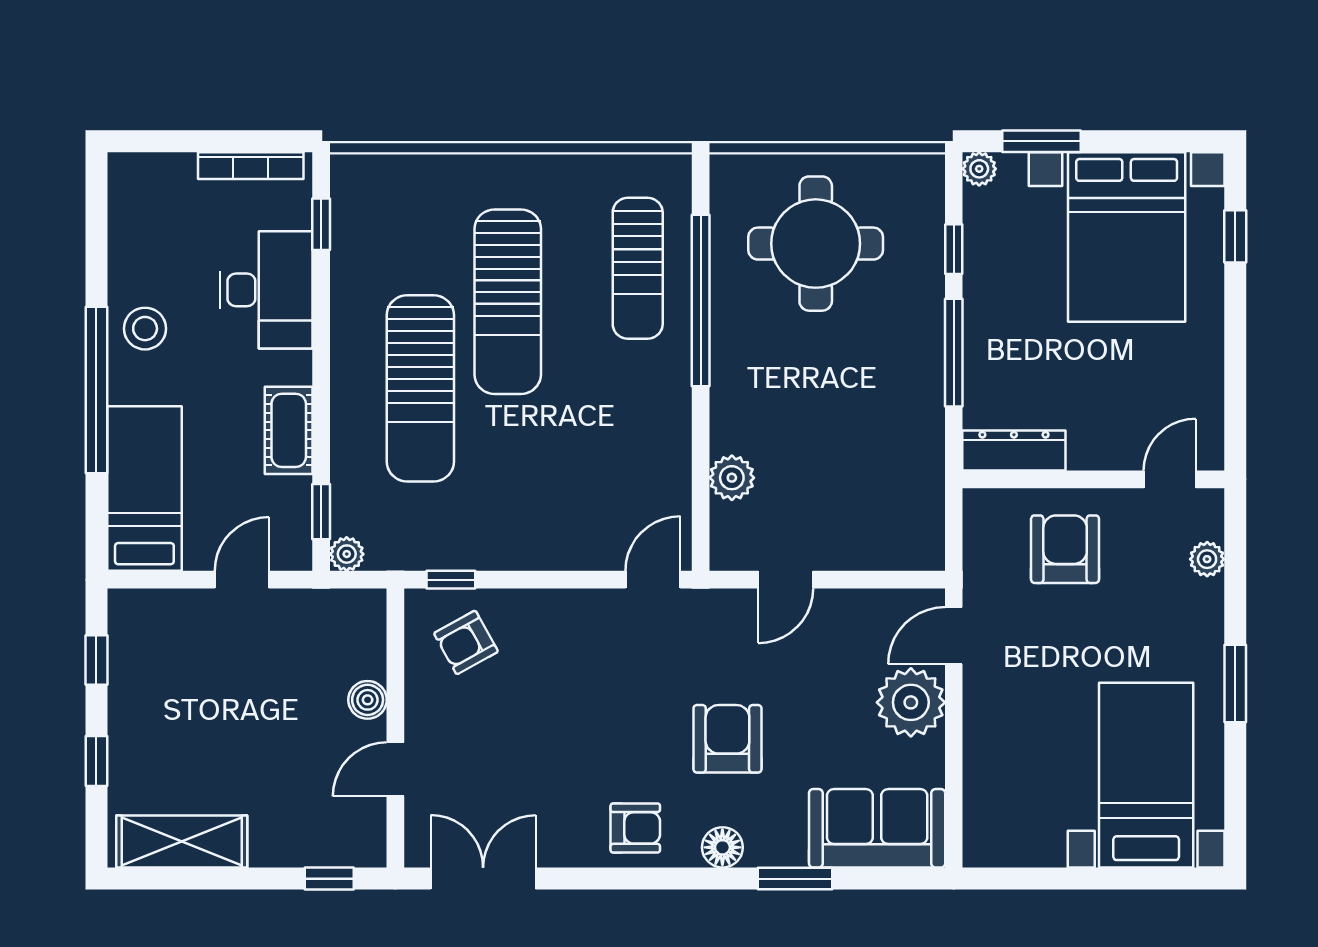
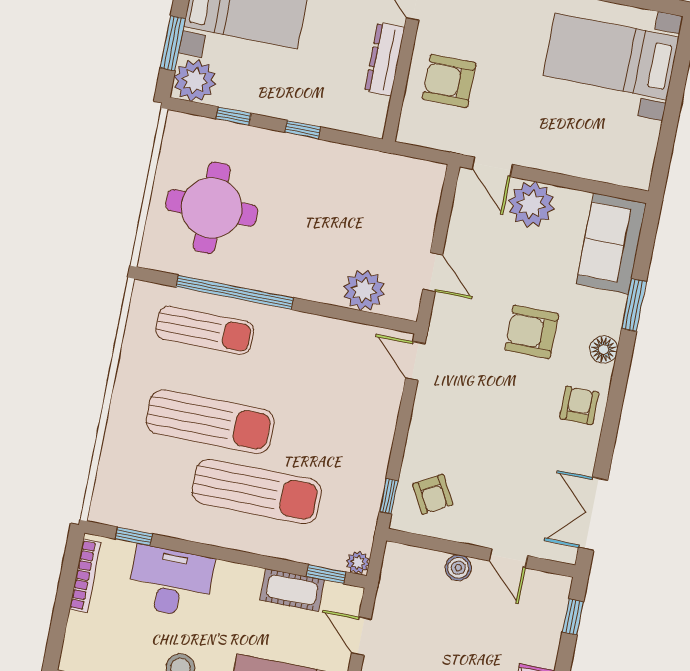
plant: (979, 169) -> (195, 81), width x1.88, depth x1.88
window: (954, 353) -> (303, 130), width x0.46
cot: (289, 430) -> (292, 590), moved
dresser: (1014, 450) -> (385, 59), moved
plant: (732, 478) -> (364, 290), width x1.36, depth x1.36

